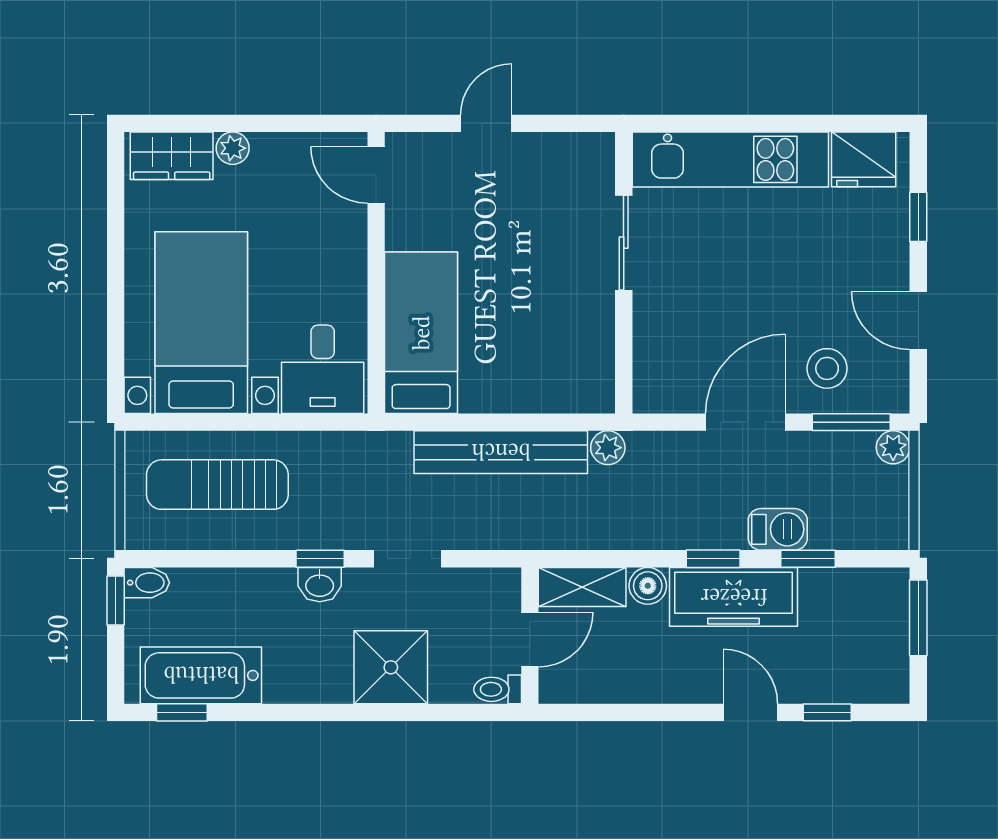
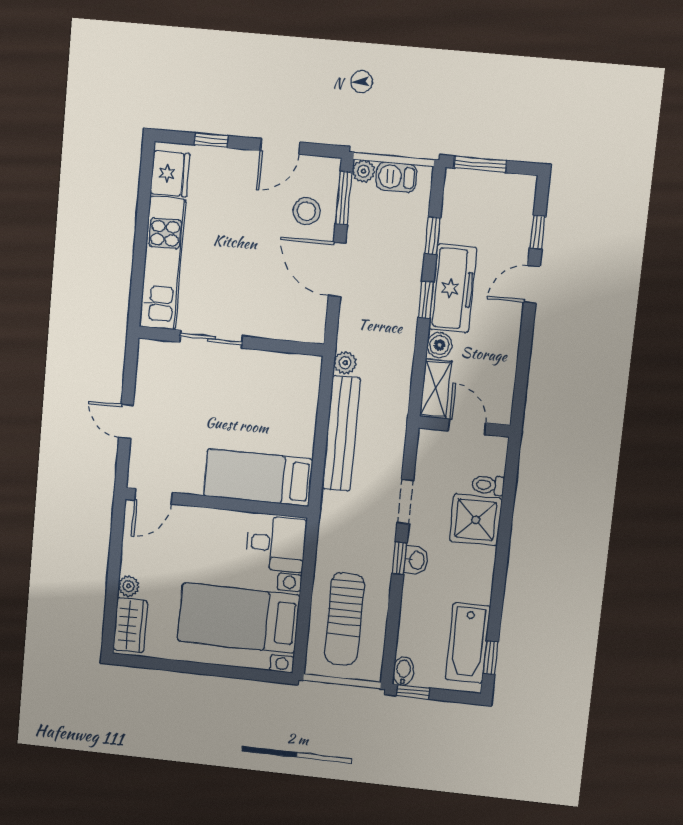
barbecue: (778, 529) -> (396, 177), moved, turned -90
toilet: (498, 689) -> (488, 485), moved, turned 90

